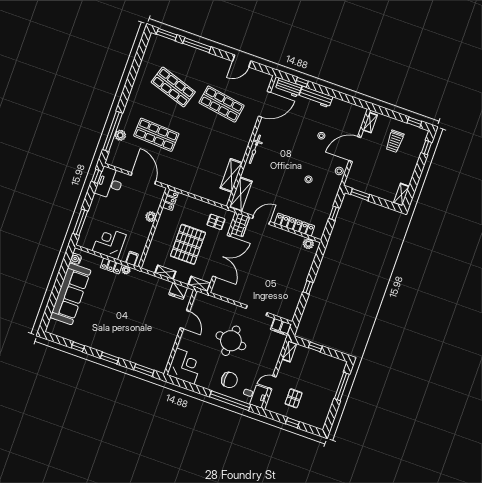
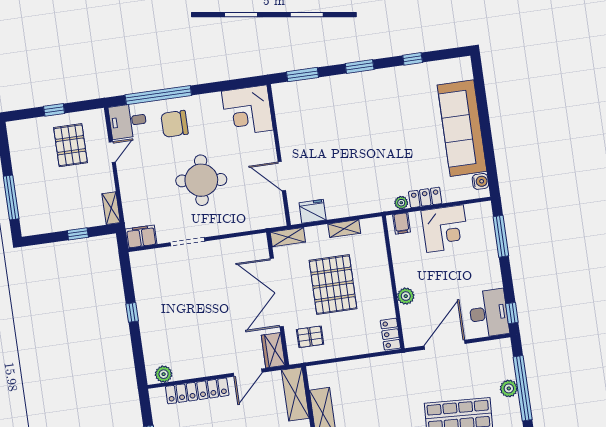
door: (143, 178) -> (445, 345), swing flipped
pallet: (294, 398) -> (70, 145), width x1.50, depth x1.42

